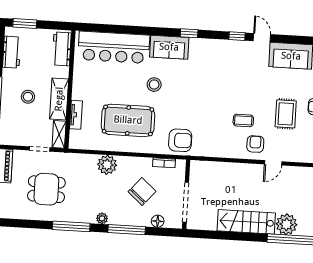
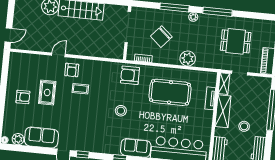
stool: (154, 85) -> (121, 111), moved
stool: (28, 97) -> (244, 126), moved
floor lamp: (158, 221) -> (150, 13), removed

